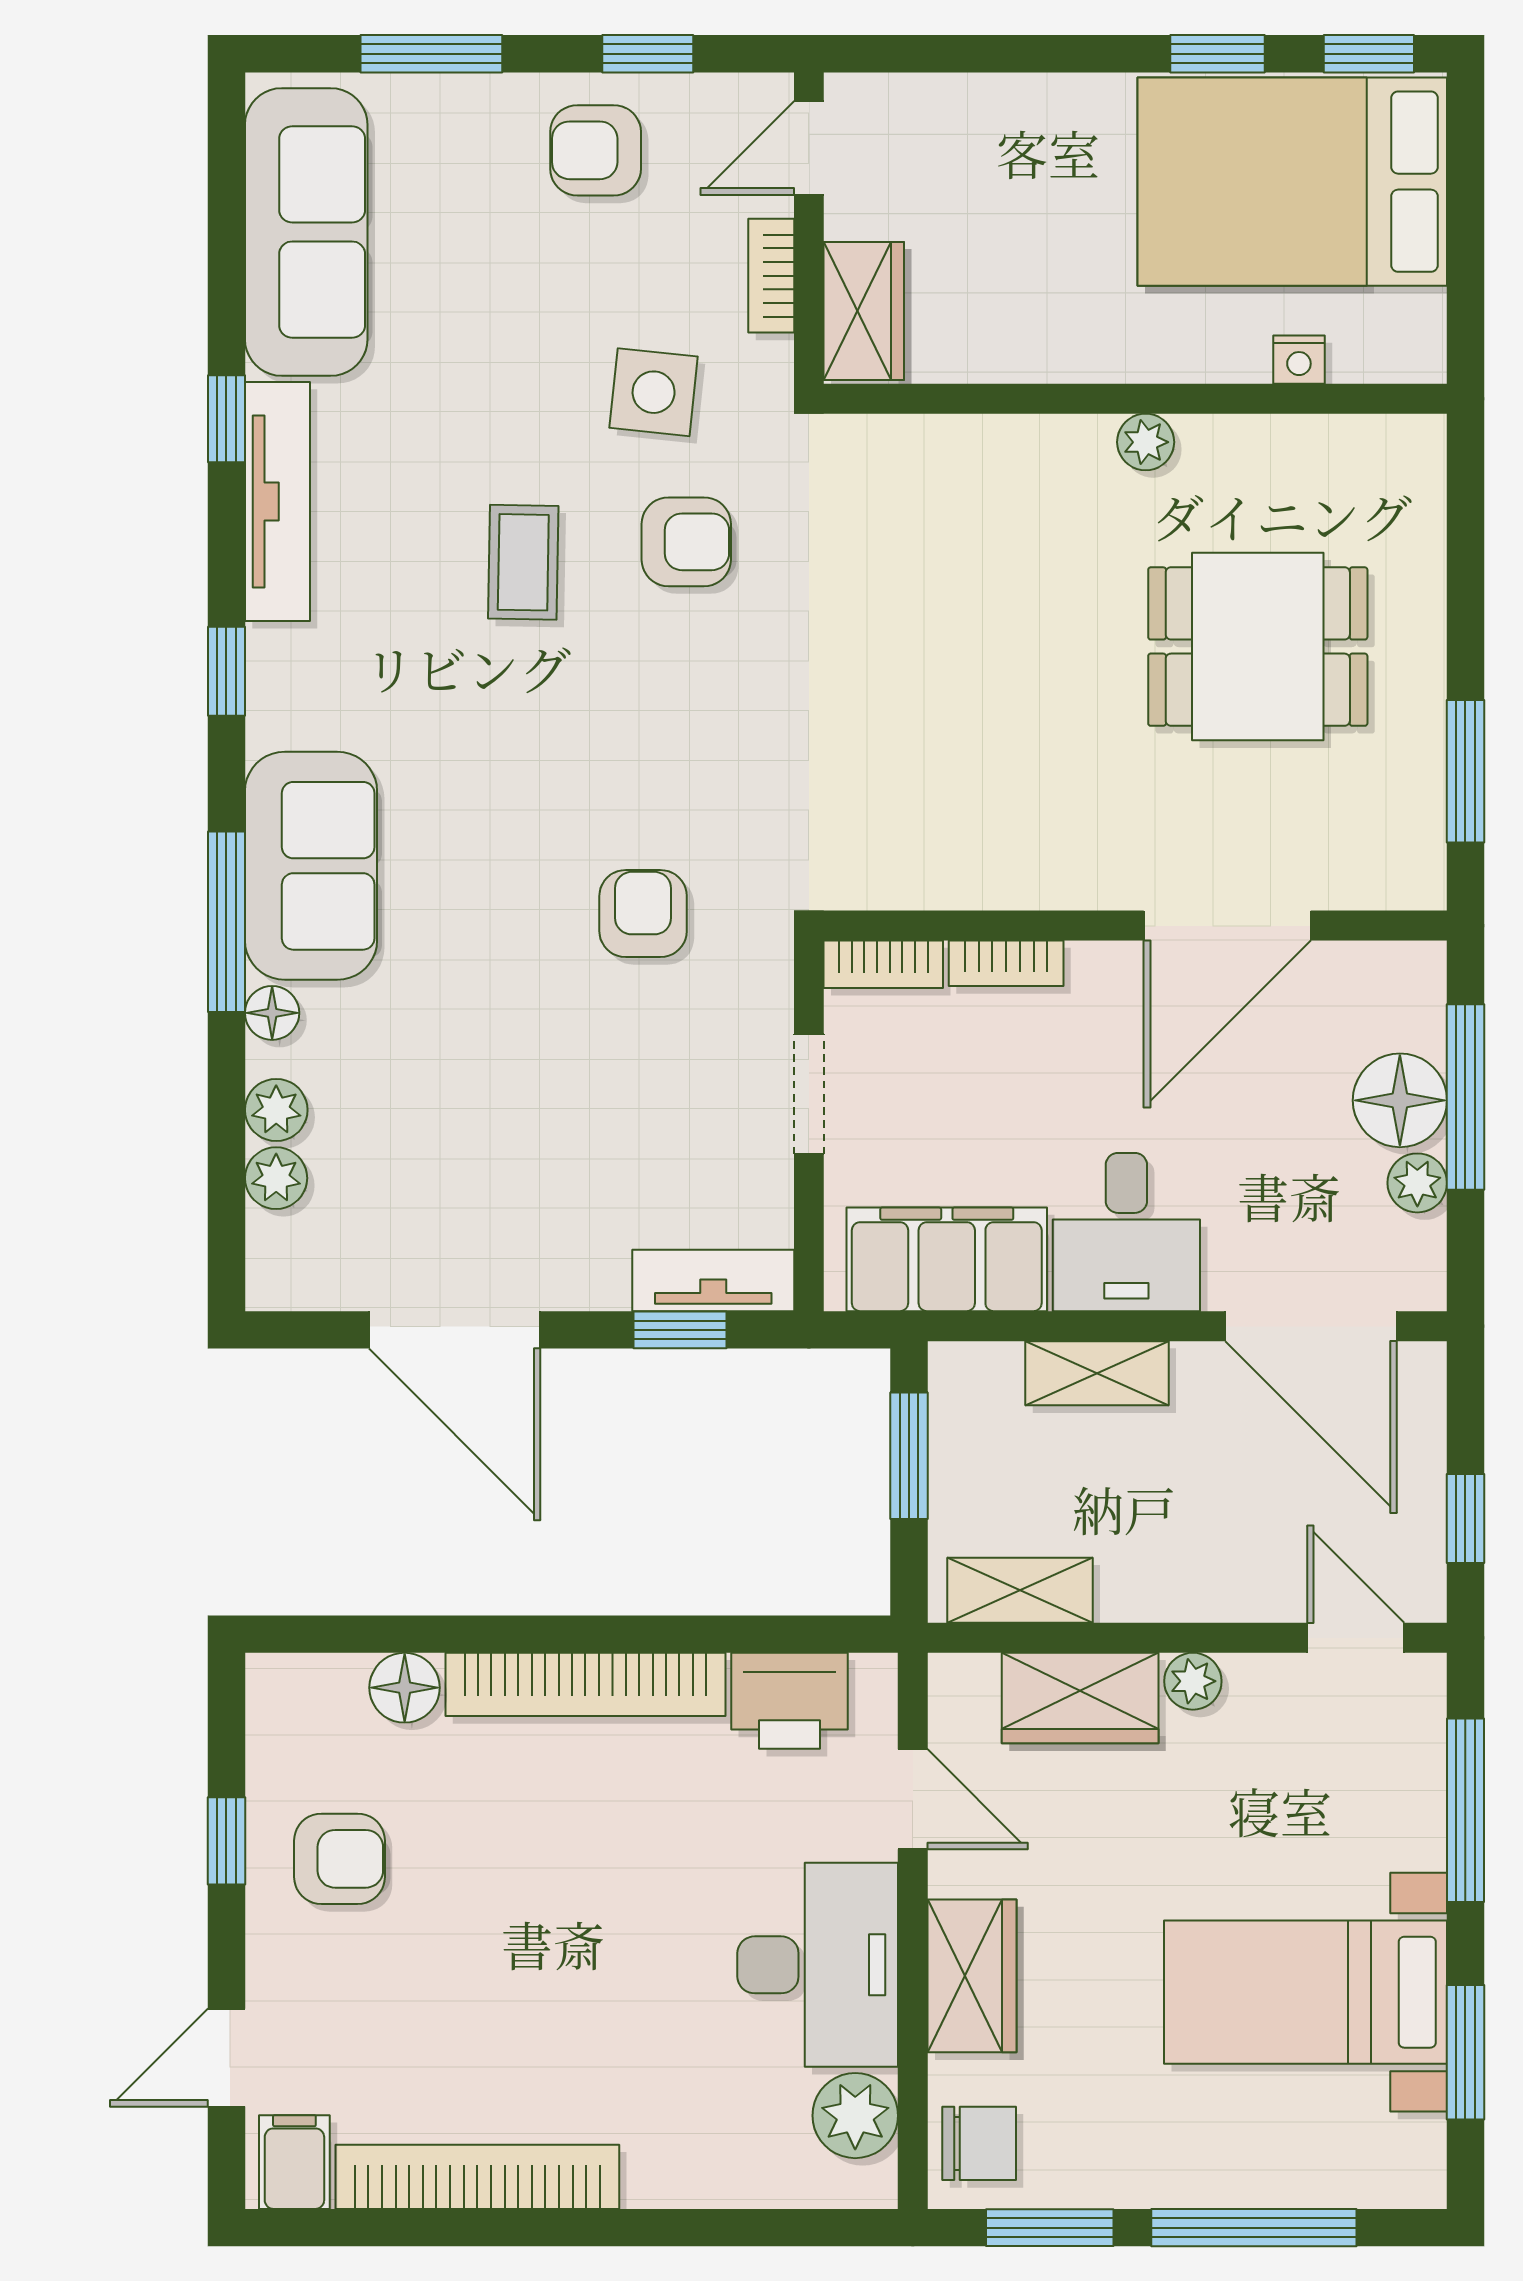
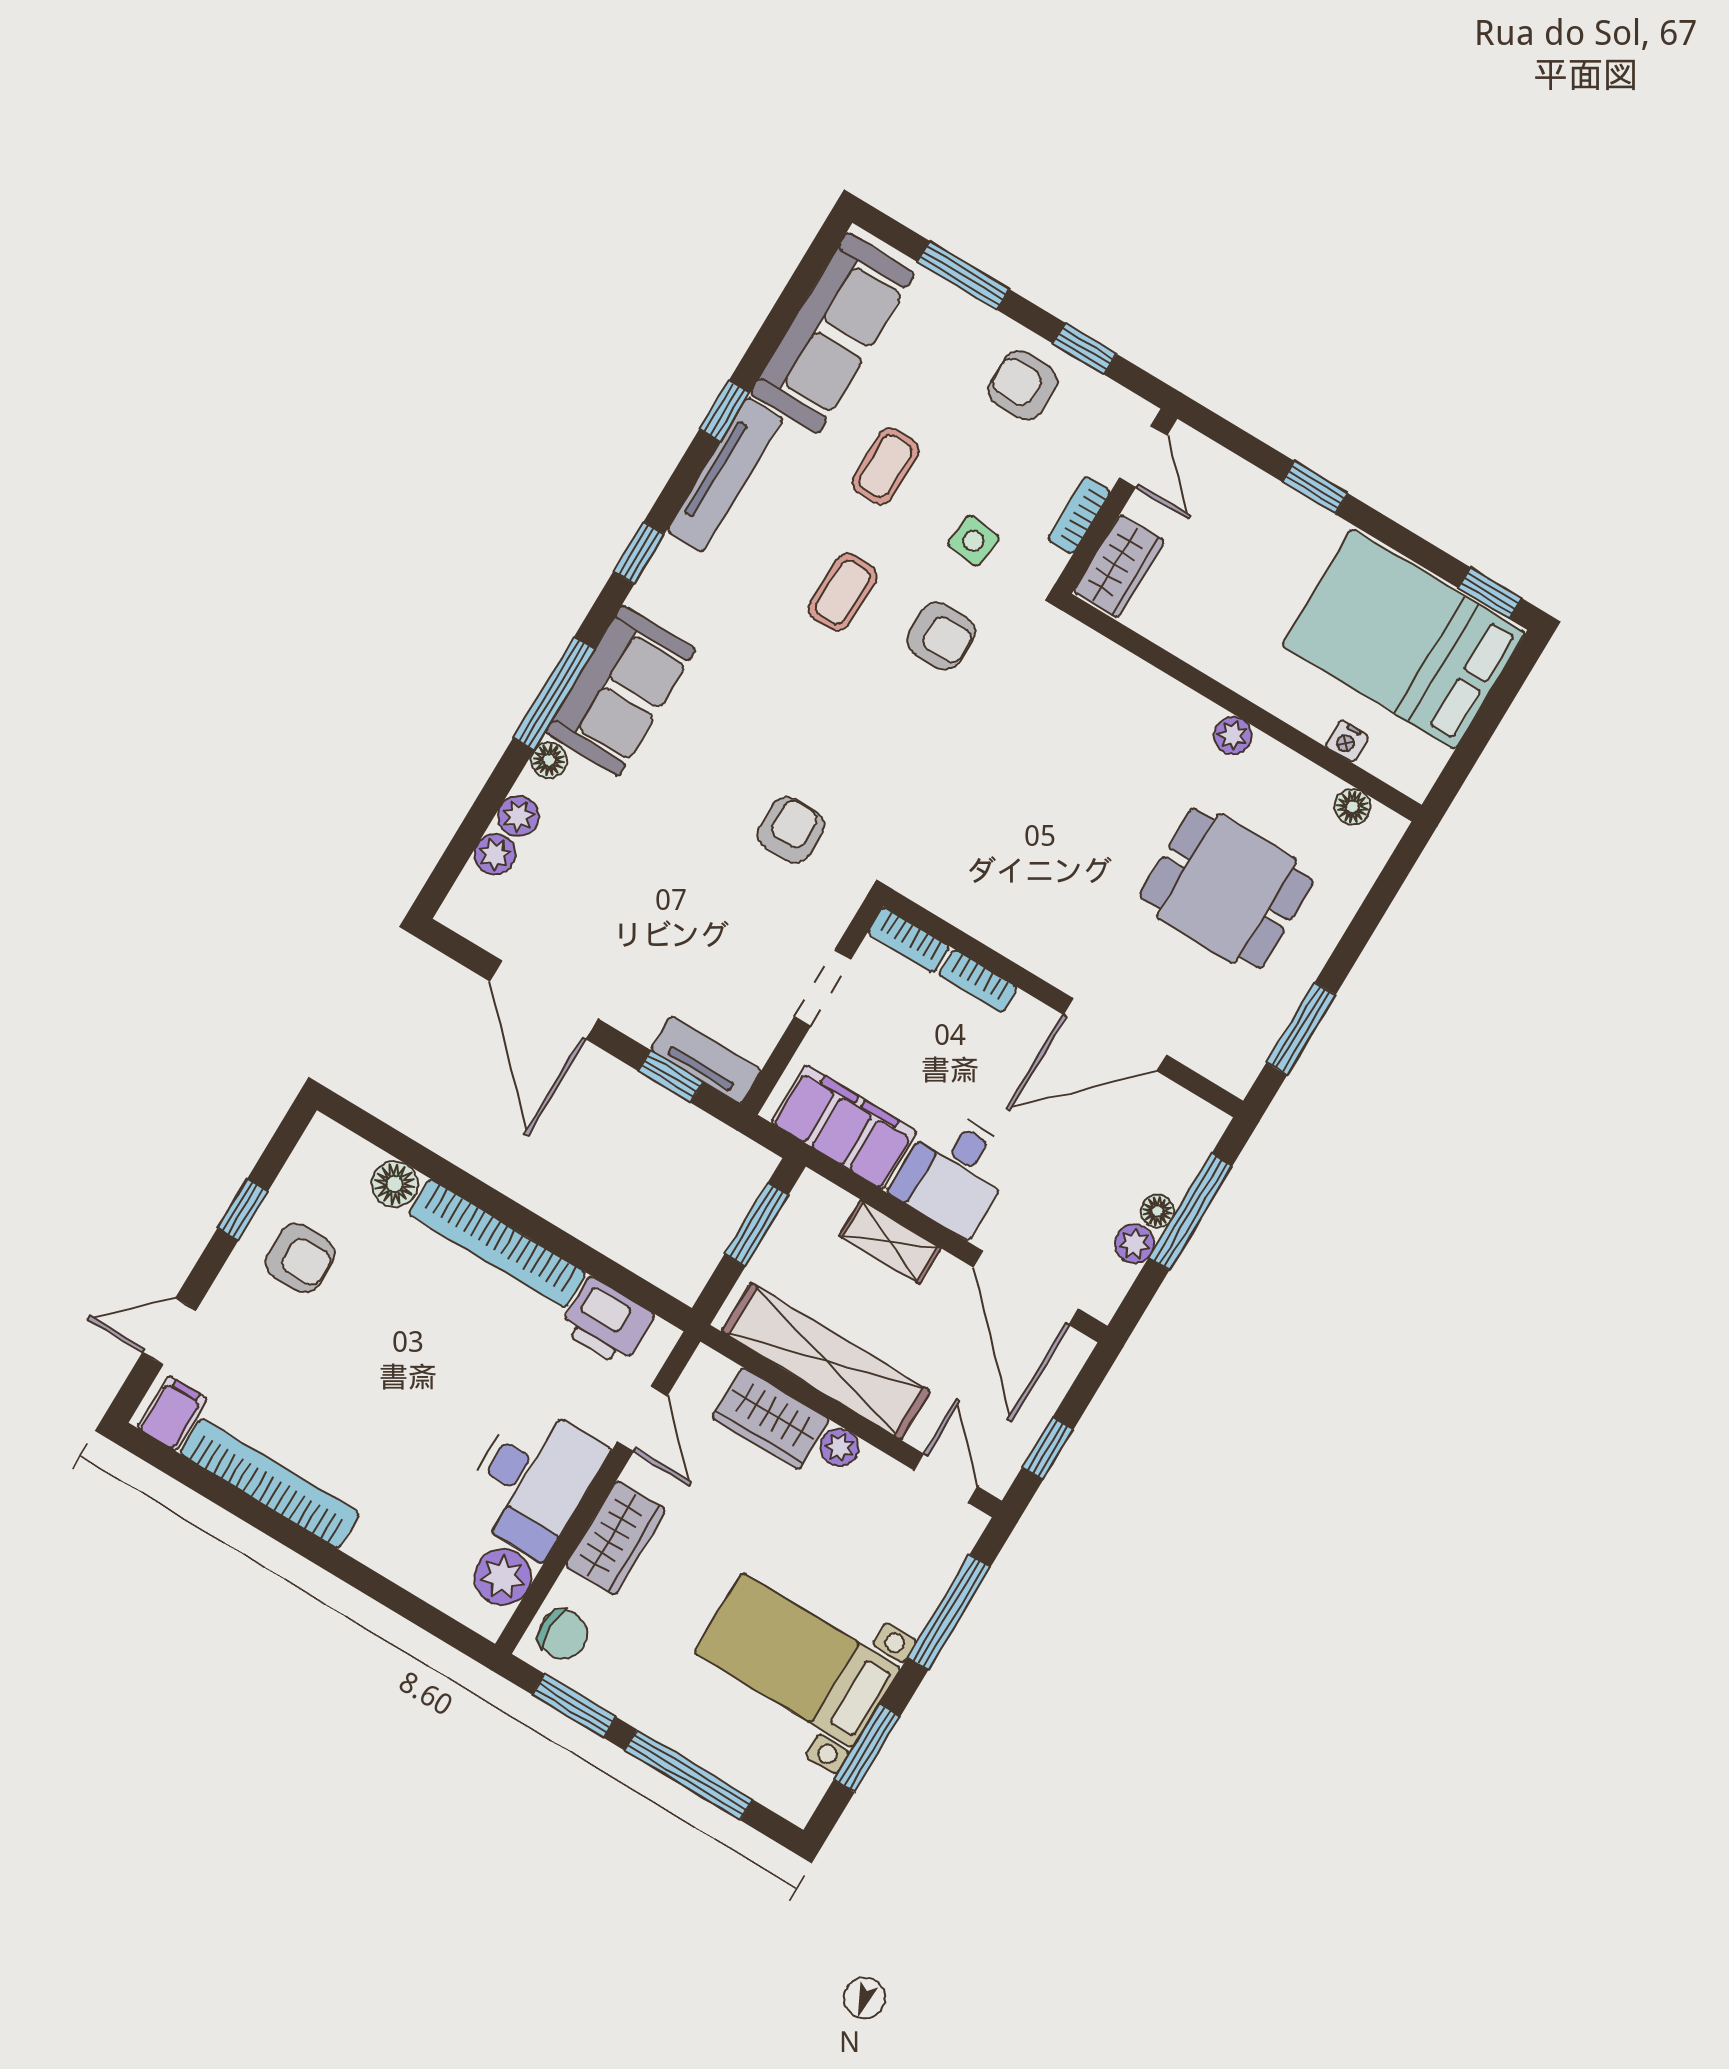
window: (1218, 54) -> (1315, 488), moved
door: (809, 148) -> (1143, 456), swing flipped
coffee table: (480, 364) -> (885, 466), added
side table: (654, 392) -> (973, 541), width x0.73, depth x0.73
floor lamp: (1358, 441) -> (1353, 807), added
floor lamp: (1400, 1100) -> (1158, 1211), width x0.53, depth x0.53
shelving: (1020, 1590) -> (826, 1361), width x2.20, depth x1.33

